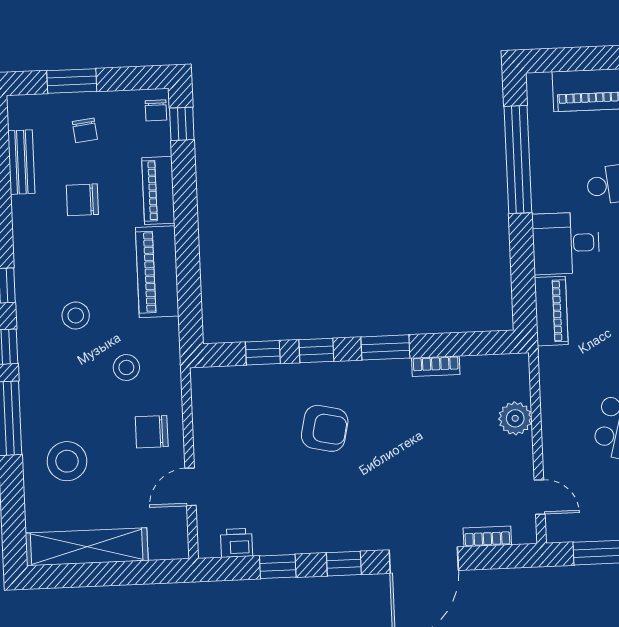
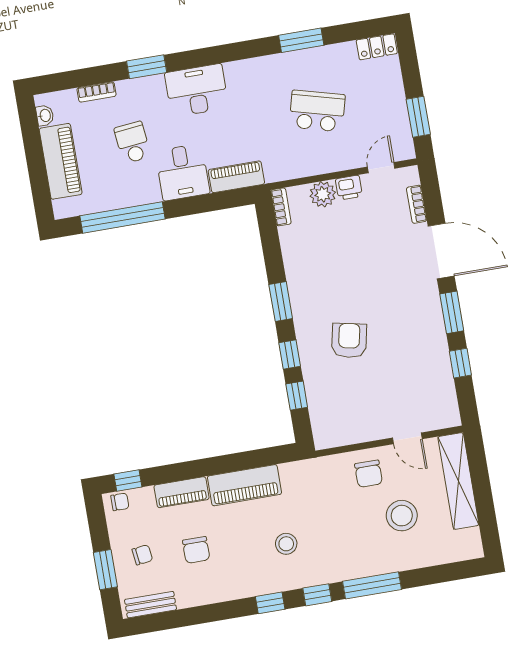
bench: (21, 162) -> (150, 605), moved
bookcase: (436, 366) -> (281, 207), moved
stool: (126, 367) -> (321, 500), removed
stool: (67, 461) -> (402, 516), moved
printer: (237, 543) -> (349, 188), moved, turned -90
shelving: (87, 547) -> (458, 481), moved
window: (344, 564) -> (452, 312), width x1.50

